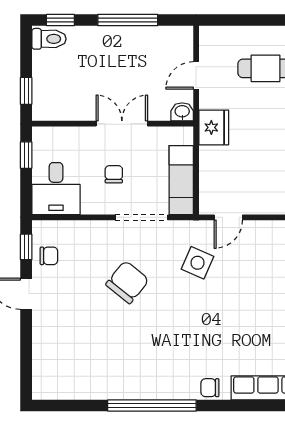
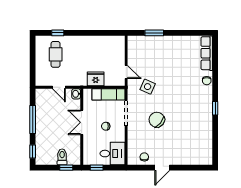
toilet: (49, 39) -> (62, 157), moved
fridge: (214, 127) -> (96, 79), moved
window: (26, 247) -> (140, 168), removed
window: (152, 405) -> (215, 108), width x0.32

